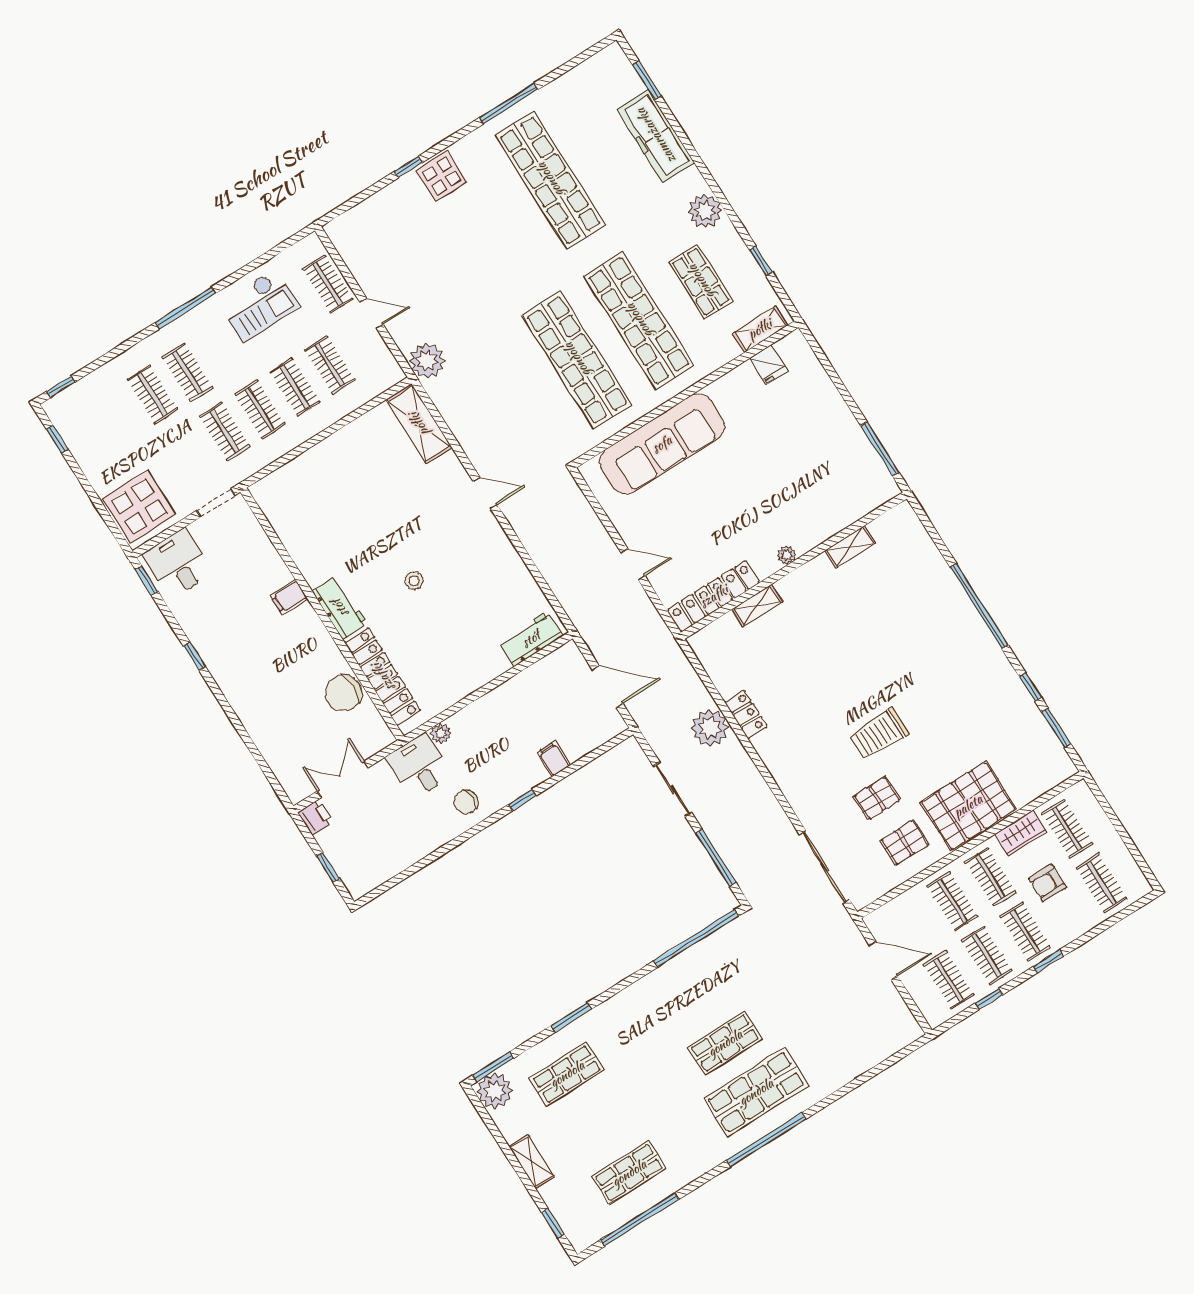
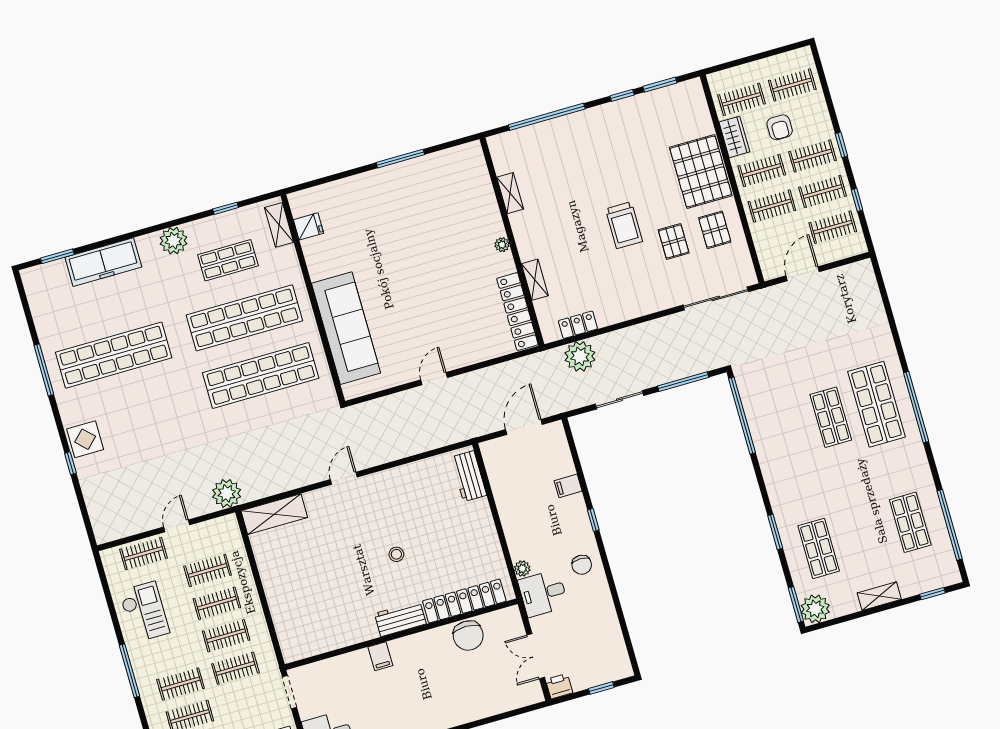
shelving: (850, 547) -> (510, 193), moved
plant: (787, 555) -> (502, 245), moved
wall: (794, 566) -> (512, 242), moved
locker: (714, 596) -> (517, 312), moved
shelving: (757, 606) -> (535, 280), moved

